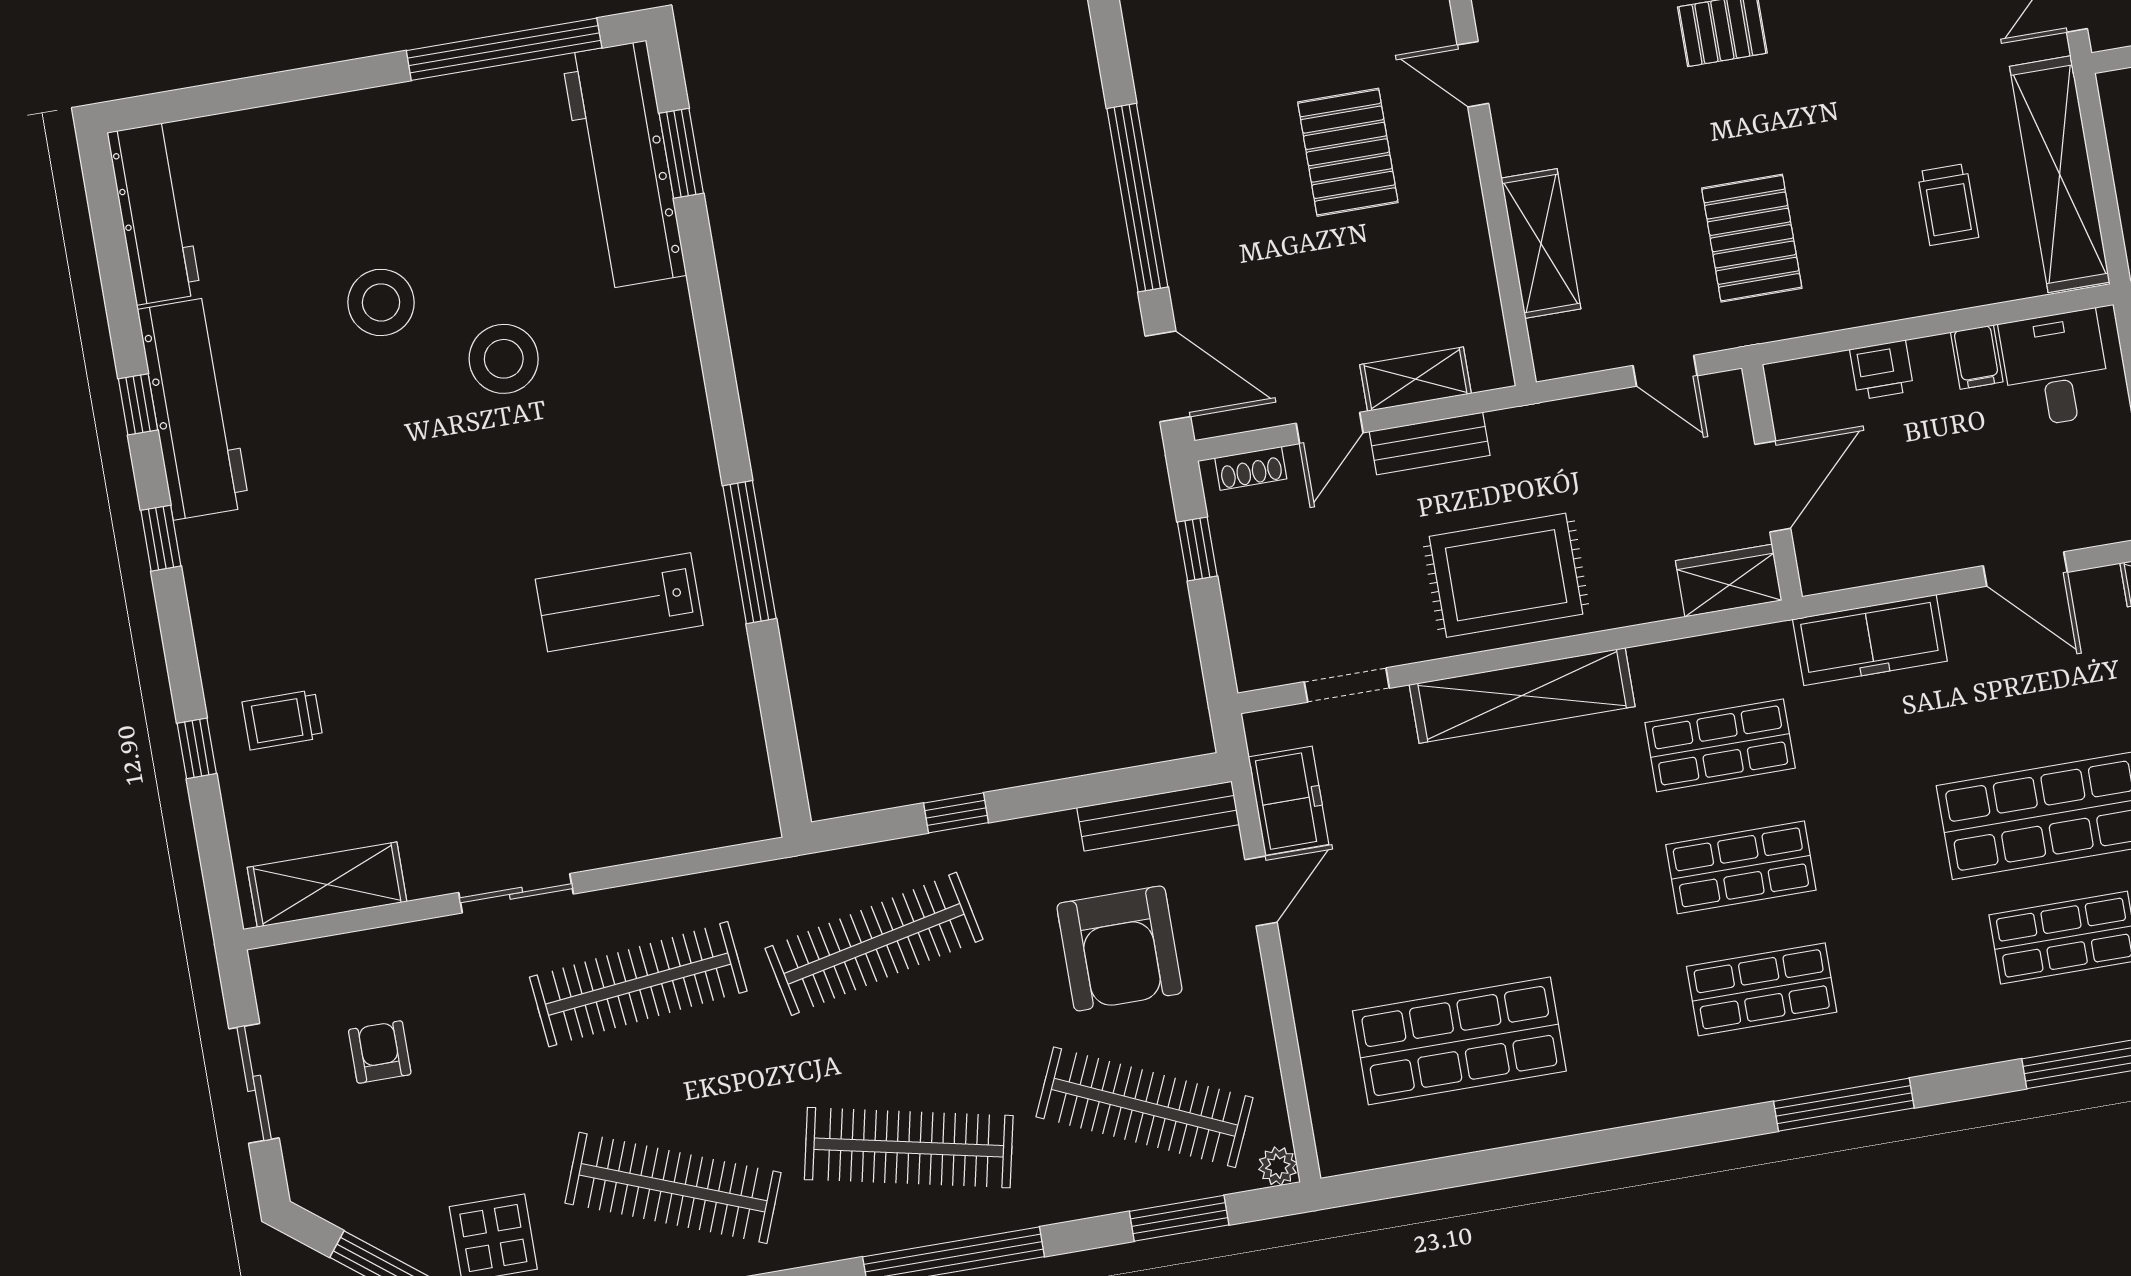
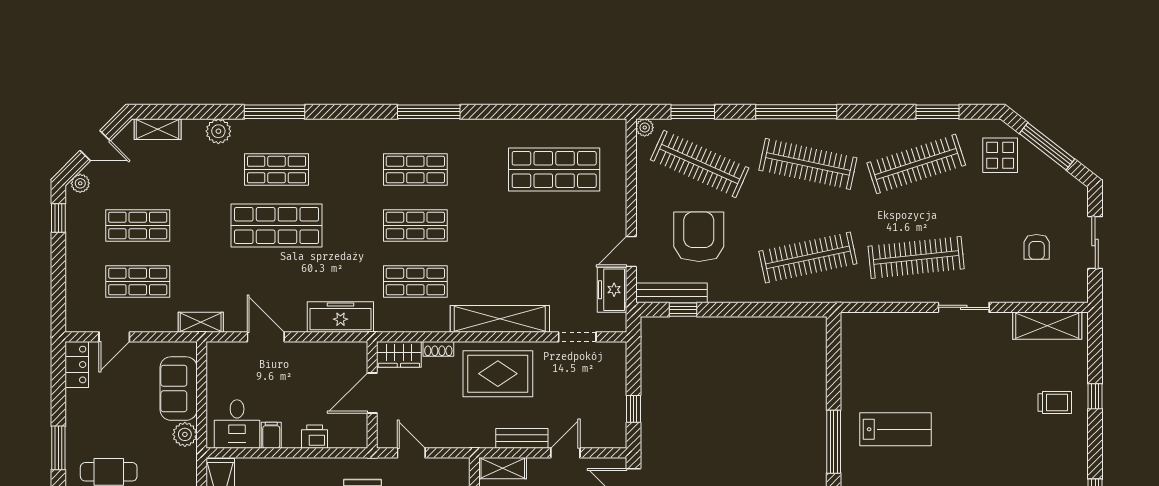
shelving: (1416, 379) -> (503, 468), moved
shoe rack: (1251, 468) -> (438, 349), moved, turned 180
window: (956, 813) -> (683, 310), moved
window: (1844, 1105) -> (429, 112), moved
clothes rail: (673, 1188) -> (916, 164), turned -39

